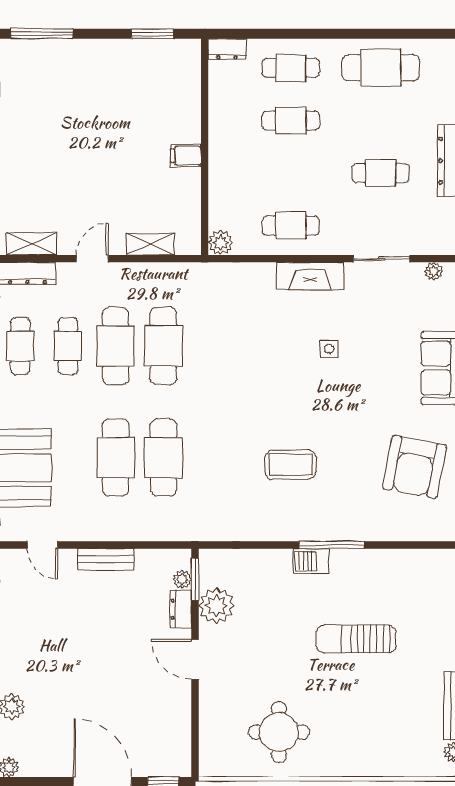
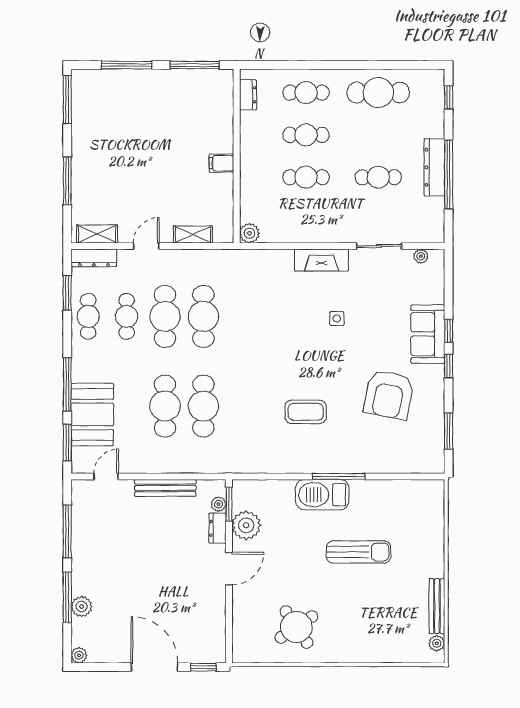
window: (42, 34) -> (127, 65), moved
window: (152, 34) -> (195, 65), width x1.44
dresser: (227, 49) -> (248, 95), moved, turned -90
cafe table: (291, 226) -> (306, 177), moved
armchair: (414, 467) -> (389, 395), moved
door: (42, 545) -> (106, 476), swing flipped
bench: (106, 559) -> (165, 488), width x1.36
barbecue: (311, 561) -> (322, 495), width x1.88, depth x1.53
sun lounger: (356, 639) -> (359, 552), turned 180
door: (195, 659) -> (229, 569), swing flipped
round table: (279, 732) -> (296, 627), turned -34

